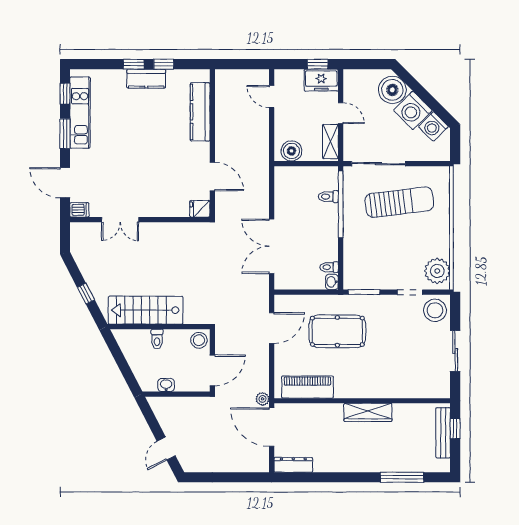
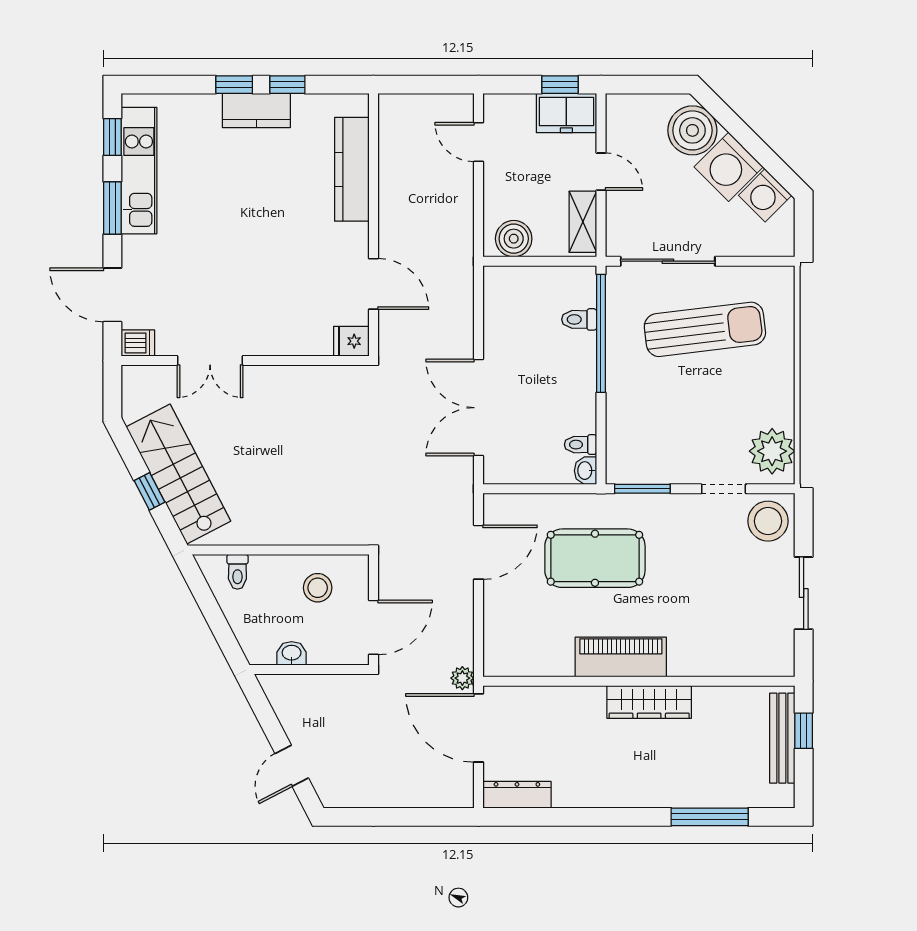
stairs: (146, 310) -> (178, 474), moved, turned 63
toilet: (157, 339) -> (237, 572), moved
stool: (199, 340) -> (318, 588), moved
piano: (308, 387) -> (621, 657), moved

